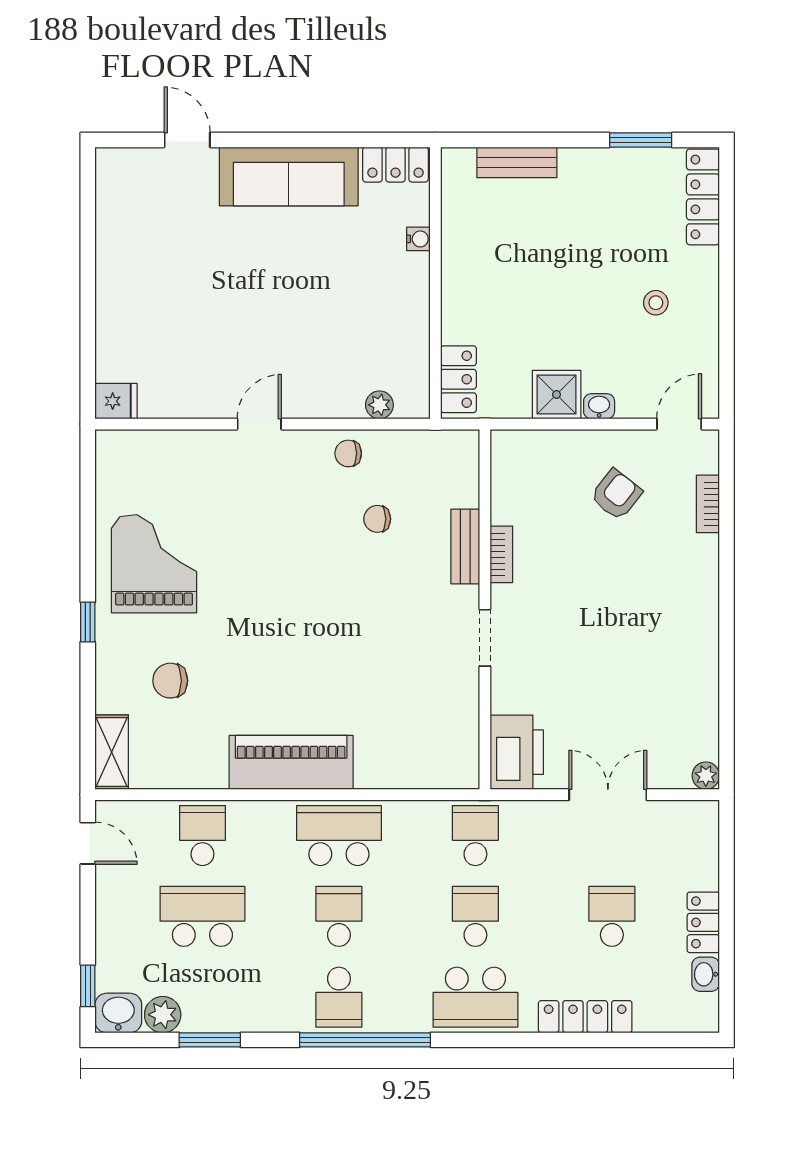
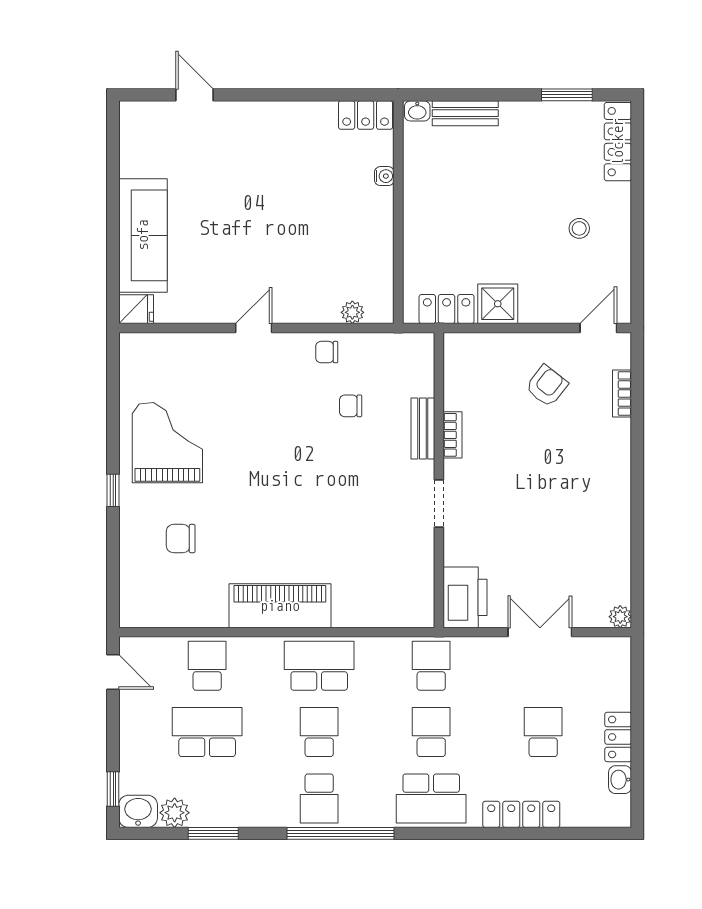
sofa: (289, 177) -> (143, 235), moved, turned -90
locker: (459, 379) -> (447, 309), moved, turned -90
washbasin: (599, 406) -> (417, 111), moved, turned 180
shelving: (112, 752) -> (133, 597), removed

